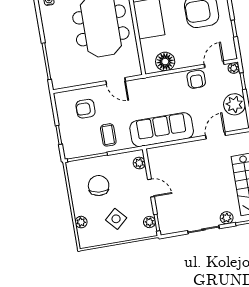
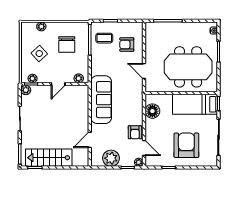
armchair: (196, 79) -> (135, 132), turned -90
door: (116, 81) -> (144, 71), hinge flipped
armchair: (86, 109) -> (127, 44), turned -90
coffee table: (108, 135) -> (104, 38), moved
door: (216, 135) -> (90, 140), swing flipped
chair: (99, 186) -> (67, 45), turned 83
plant: (227, 218) -> (26, 90), moved

